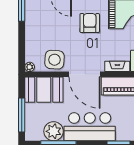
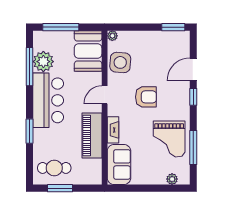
armchair: (90, 23) -> (146, 97), moved
door: (85, 74) -> (105, 95), width x0.53

